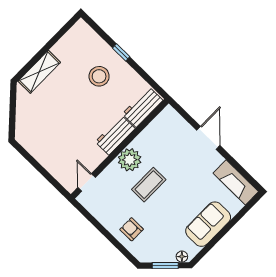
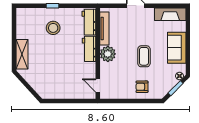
tv unit: (152, 130) -> (104, 28), added
coffee table: (149, 185) -> (144, 56), moved

